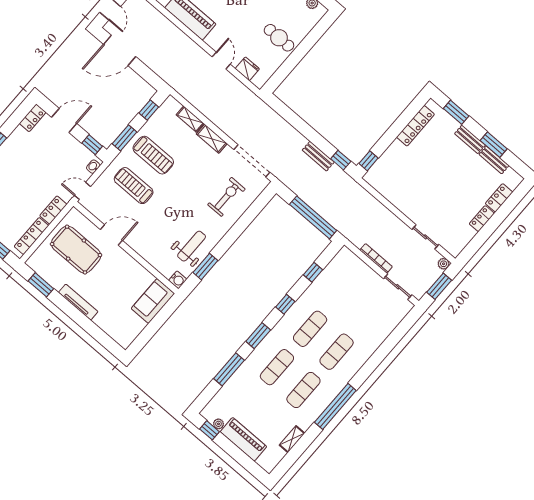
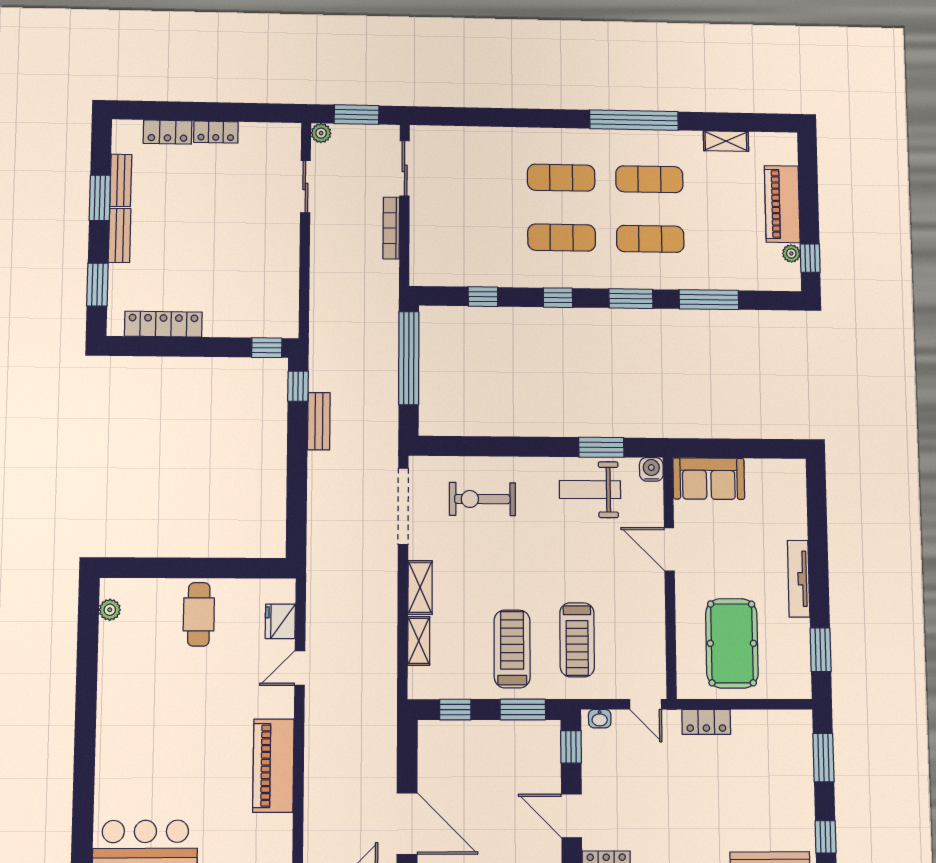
door: (111, 235) -> (669, 549), moved
locker: (31, 236) -> (767, 721), removed

